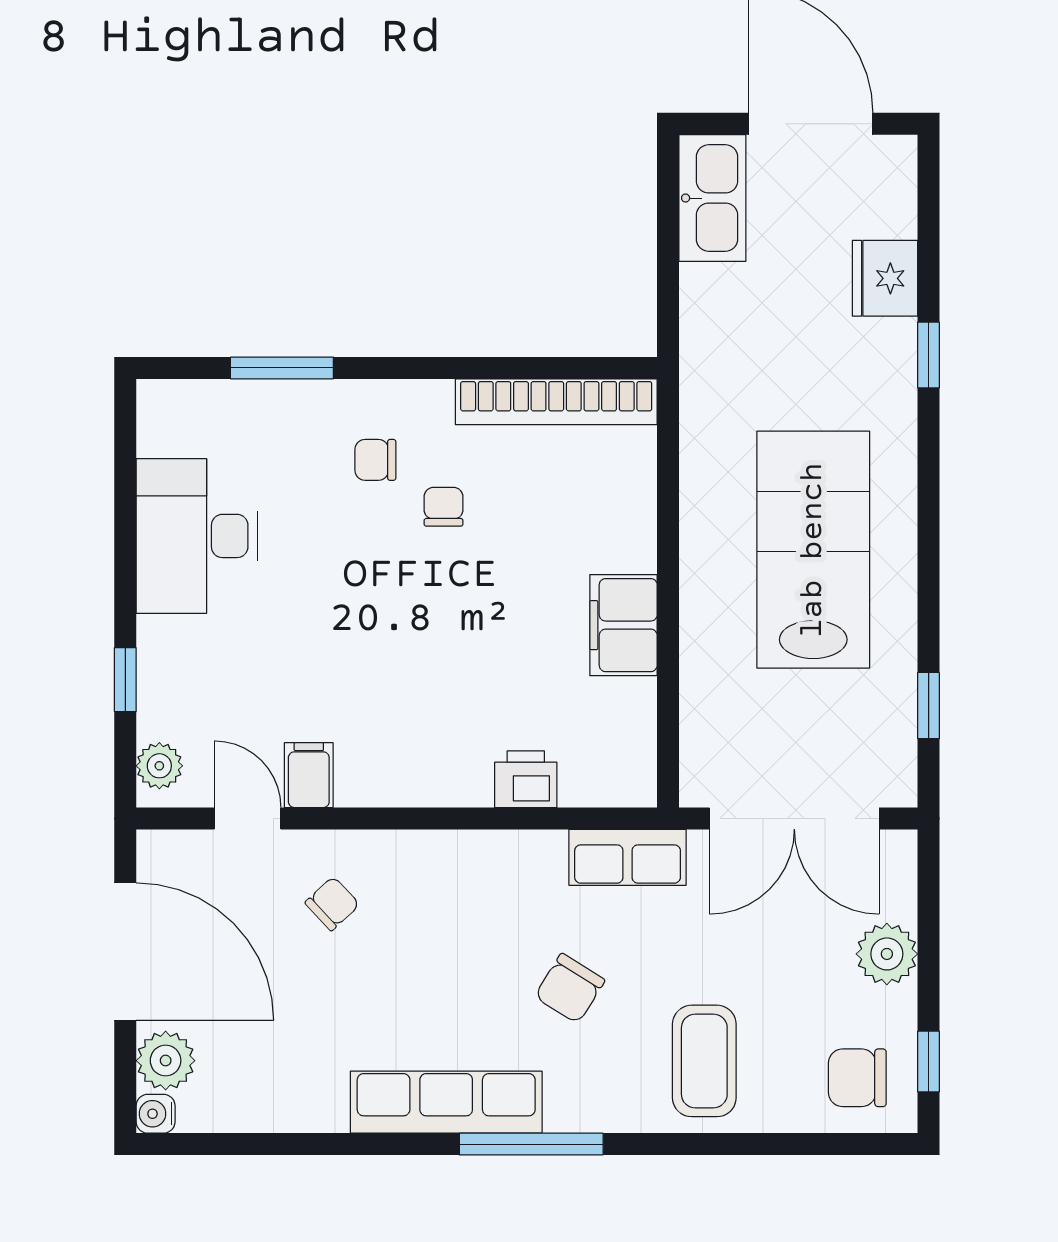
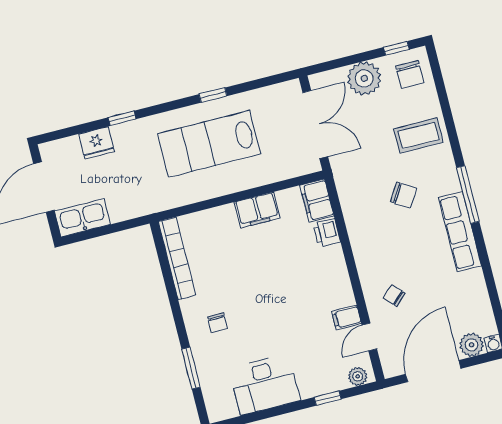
chair: (444, 507) -> (229, 292), removed
window: (929, 706) -> (213, 95), moved
filing cabinet: (609, 776) -> (317, 201), added
row of seats: (628, 857) -> (347, 185), removed
plant: (887, 954) -> (364, 78), width x1.36, depth x1.36

